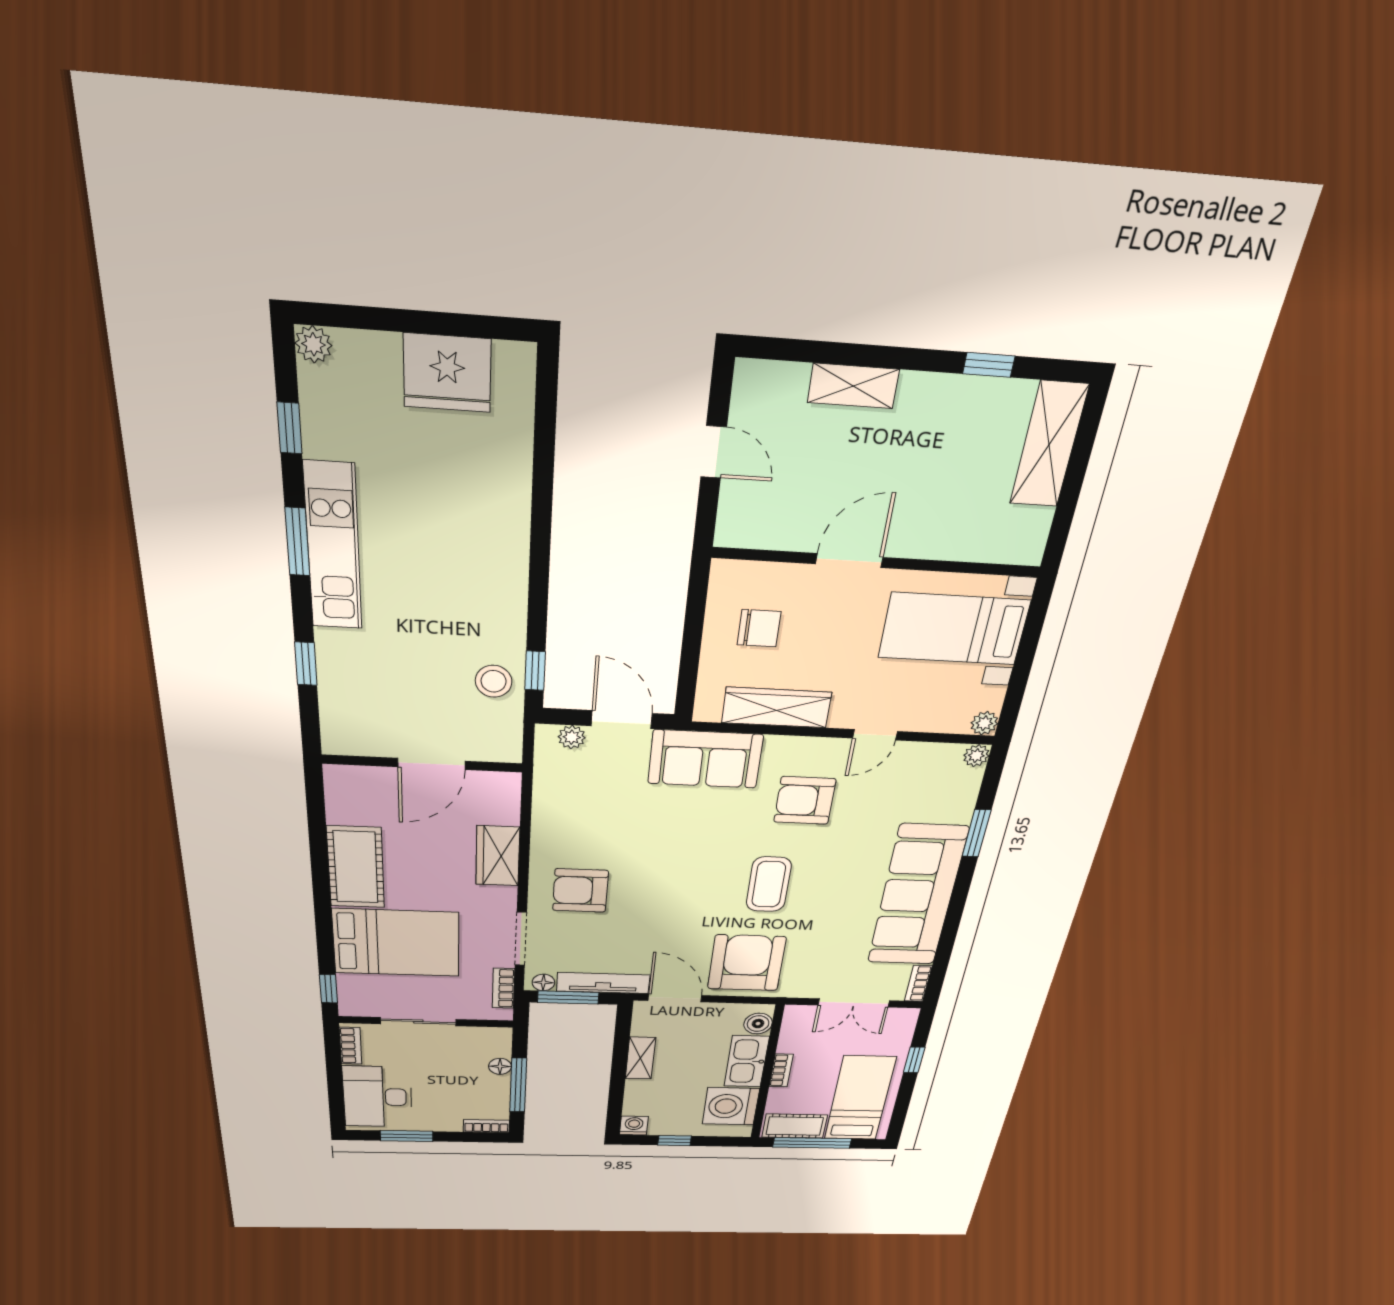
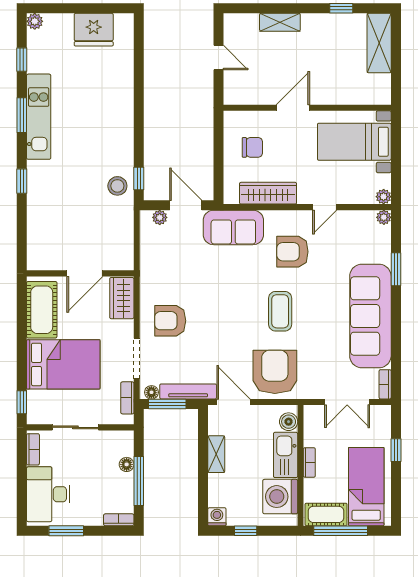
wall: (423, 764) -> (80, 273), moved
door: (431, 764) -> (85, 273), moved

